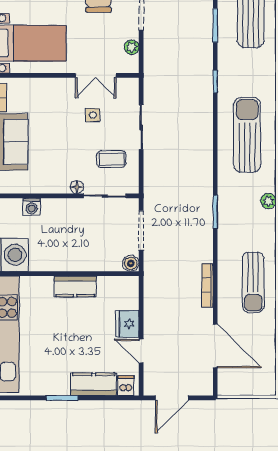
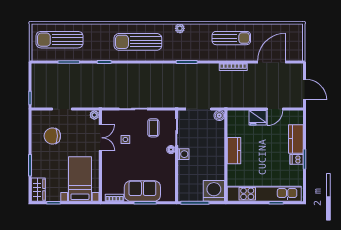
plant: (132, 47) -> (94, 115), moved
washing machine: (32, 207) -> (183, 154), moved
dishwasher: (126, 386) -> (297, 159), moved

